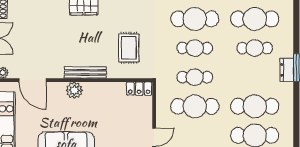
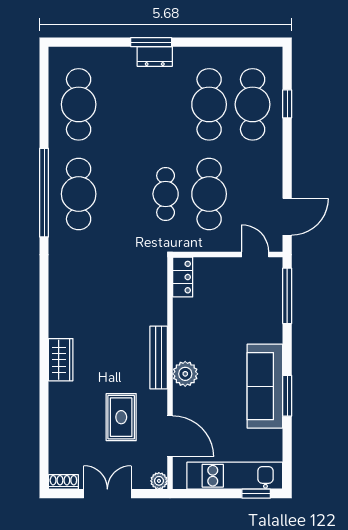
rug: (129, 48) -> (121, 417), moved, turned 90
cafe table: (195, 48) -> (122, 194), removed
cafe table: (255, 48) -> (122, 104), removed
door: (33, 80) -> (170, 436), hinge flipped

